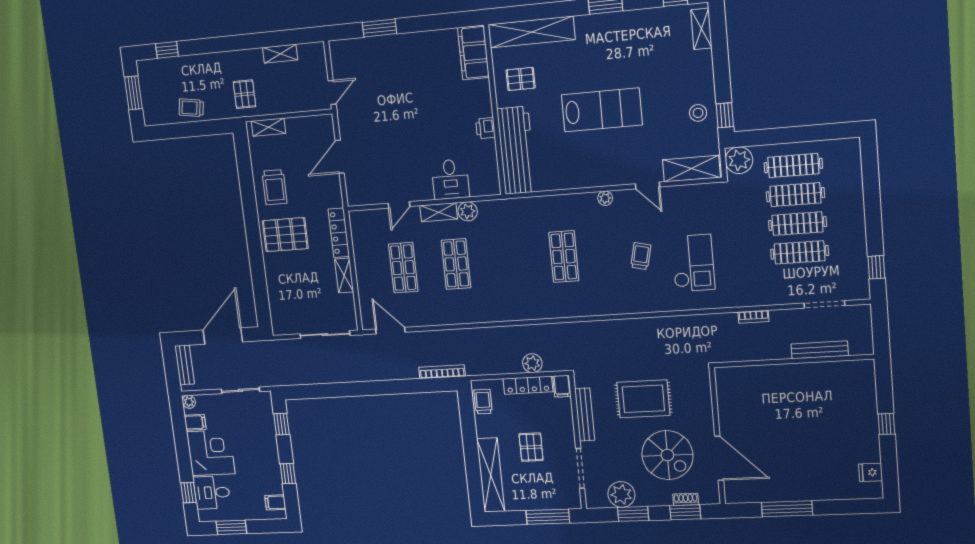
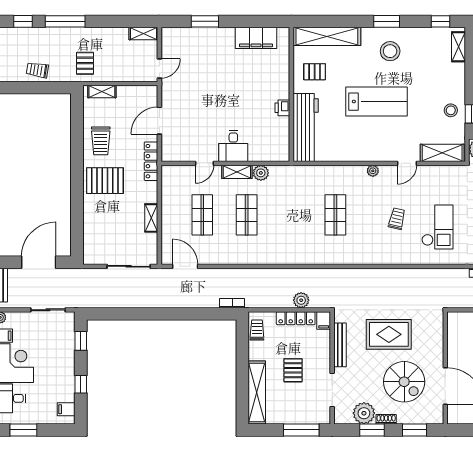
stool: (613, 43) -> (390, 51), added
window: (215, 45) -> (65, 21), added
filing cabinet: (473, 53) -> (256, 38), moved, turned -90
shelving: (280, 54) -> (143, 34), moved
desk: (450, 179) -> (233, 146), moved
door: (648, 185) -> (407, 163), hinge flipped
locker: (339, 233) -> (151, 161), moved
bookcase: (442, 372) -> (232, 303), width x0.64
shoe rack: (686, 499) -> (386, 419), moved

